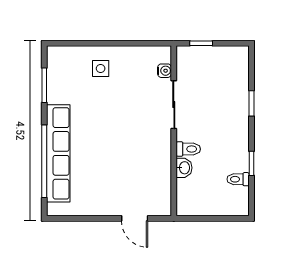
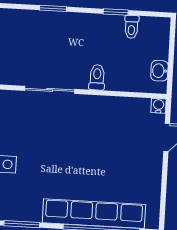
water cooler: (164, 71) -> (159, 106), moved
washbasin: (184, 168) -> (159, 71), moved, turned -90

